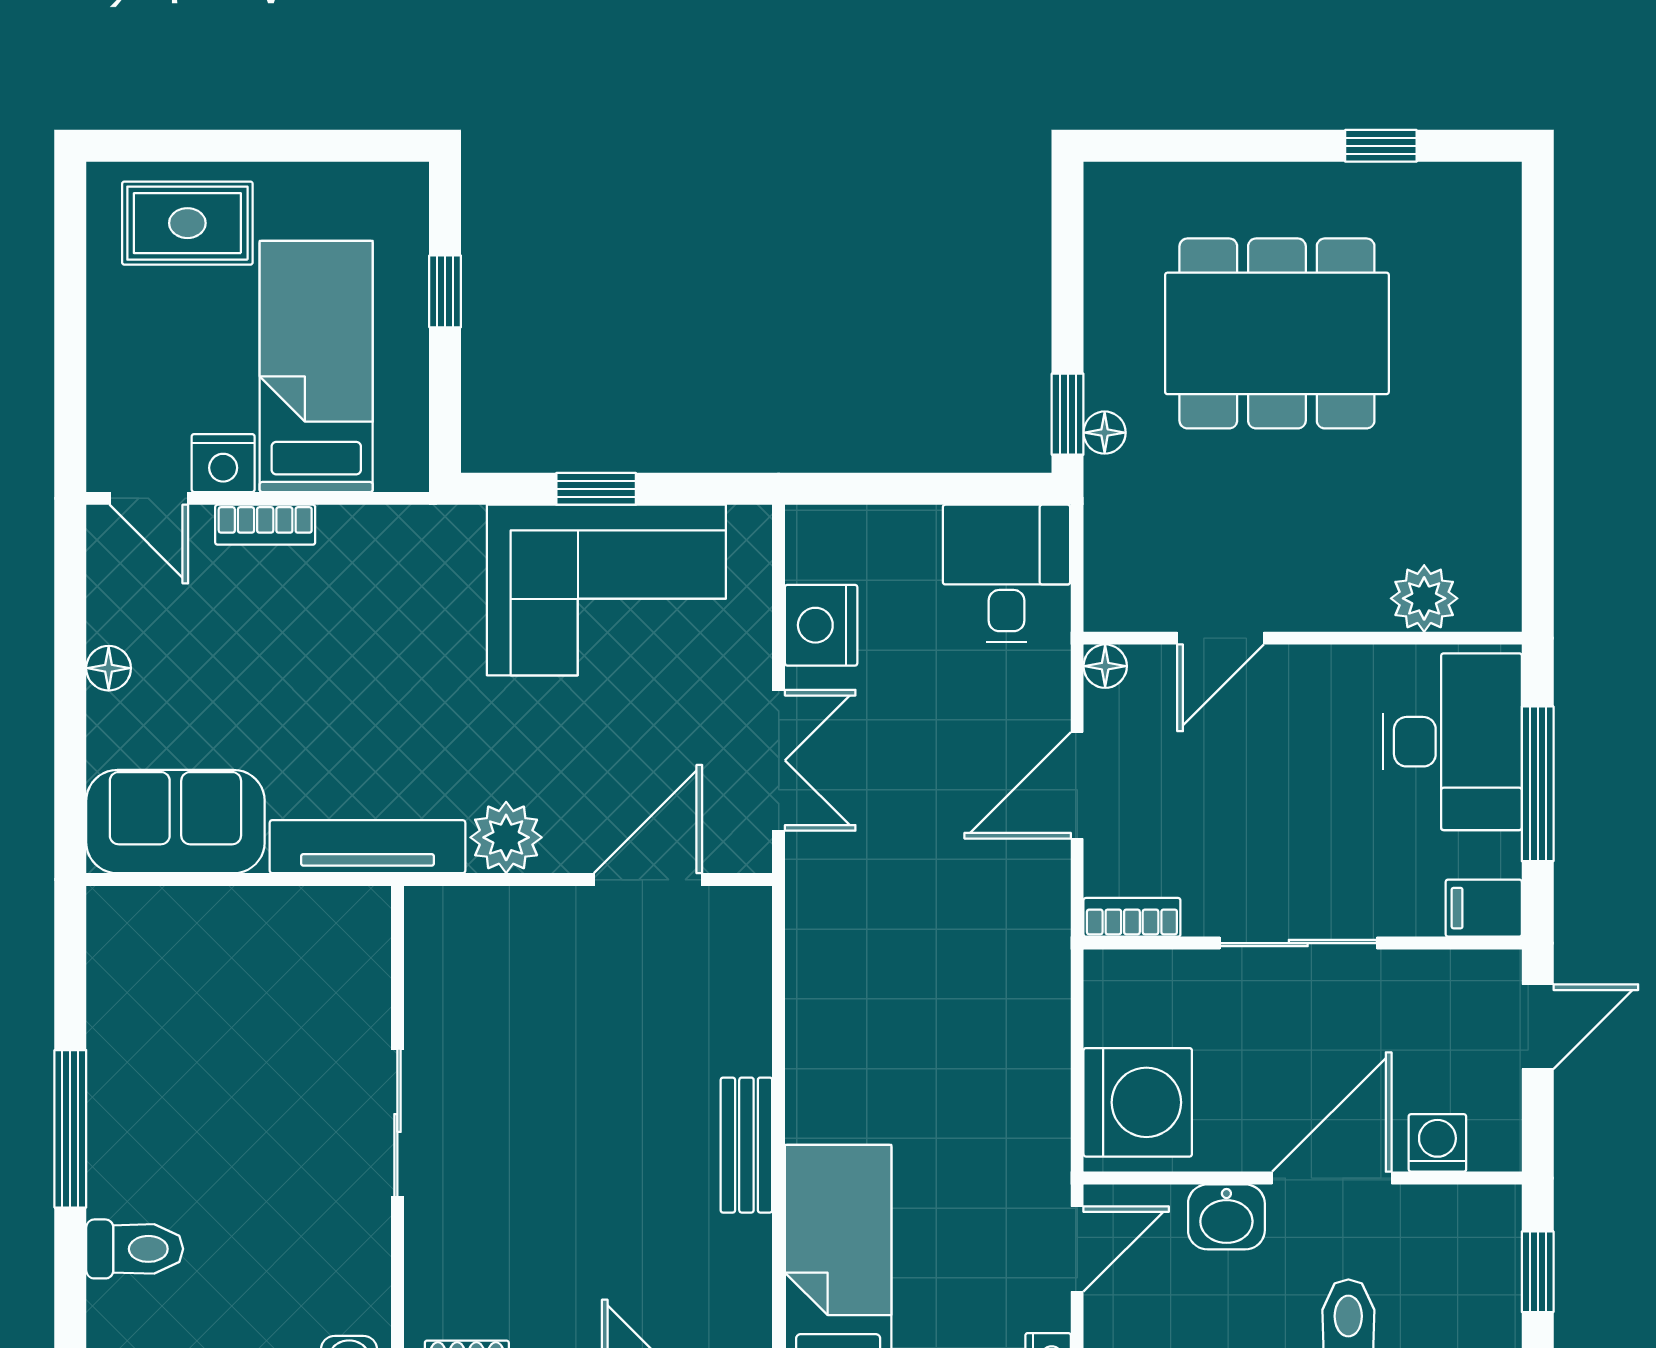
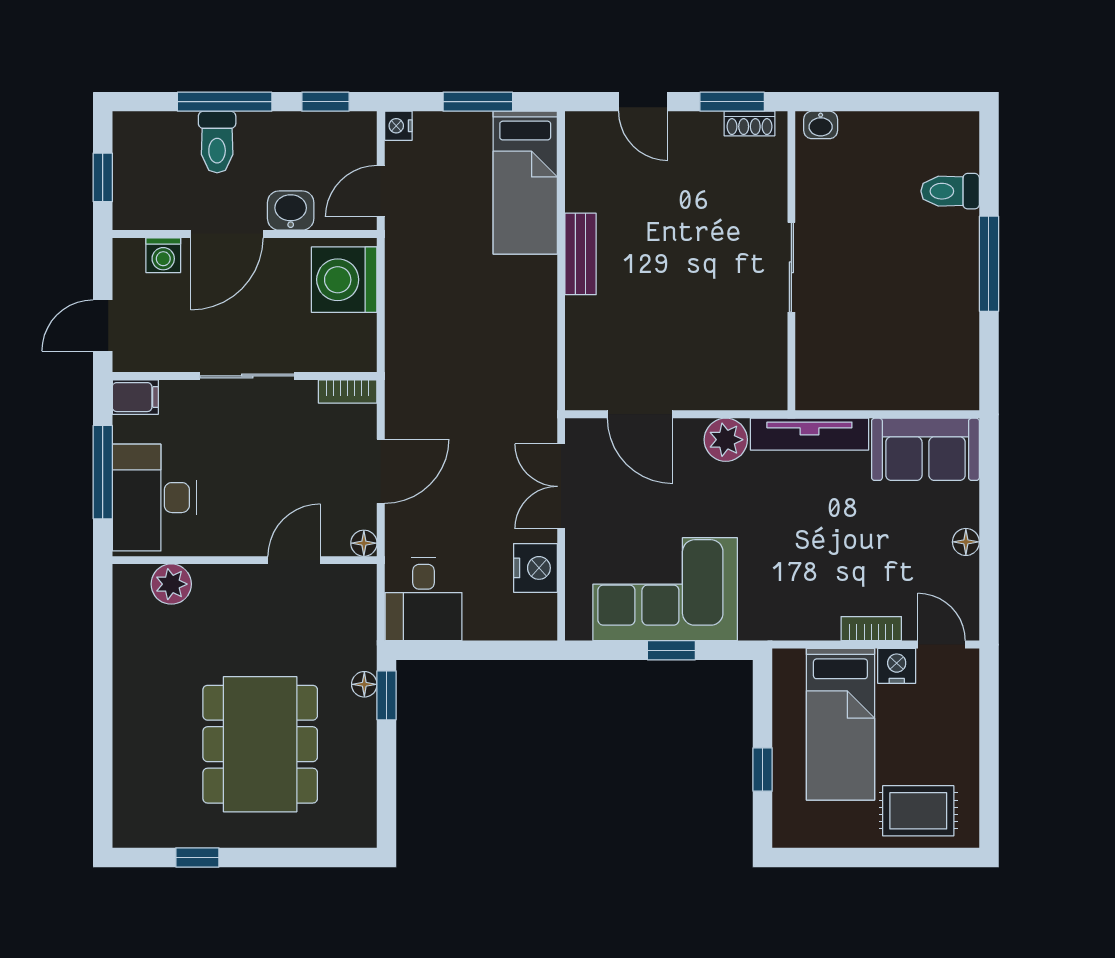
dining table: (1277, 333) -> (260, 744), turned 90
door: (648, 880) -> (640, 414), hinge flipped

